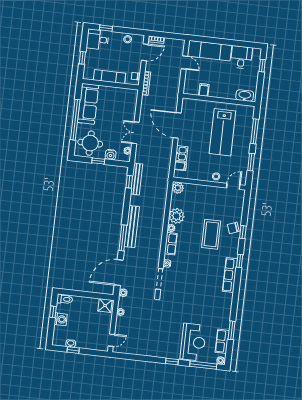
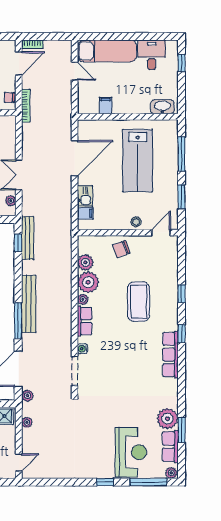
door: (177, 125) -> (75, 158), swing flipped
plant: (178, 188) -> (85, 262), moved
chair: (233, 228) -> (121, 249), moved
plant: (222, 321) -> (167, 419), added

